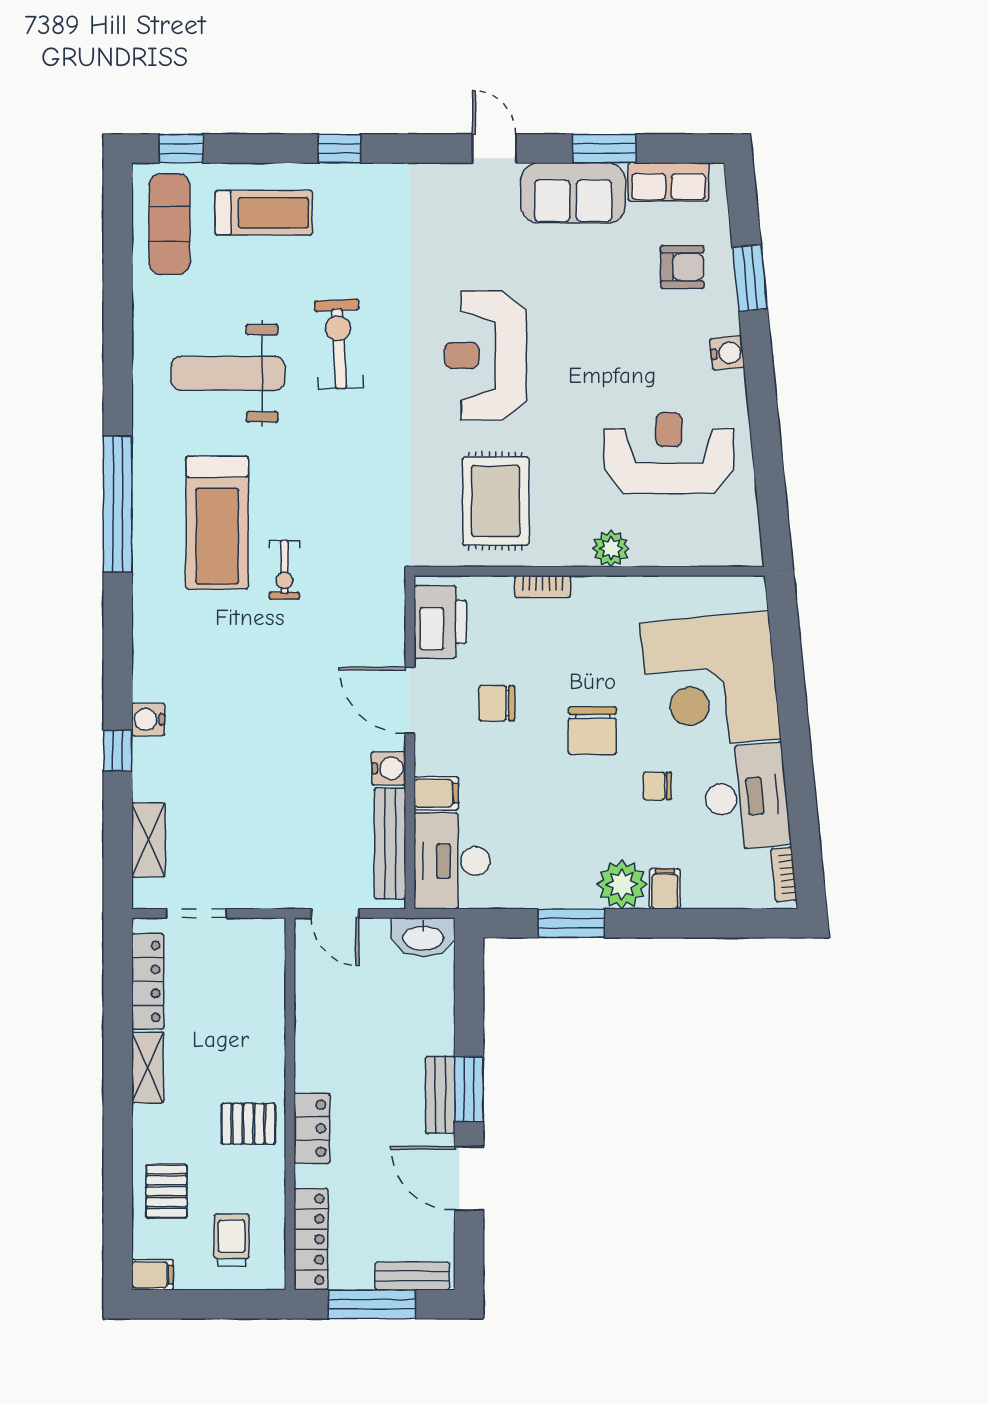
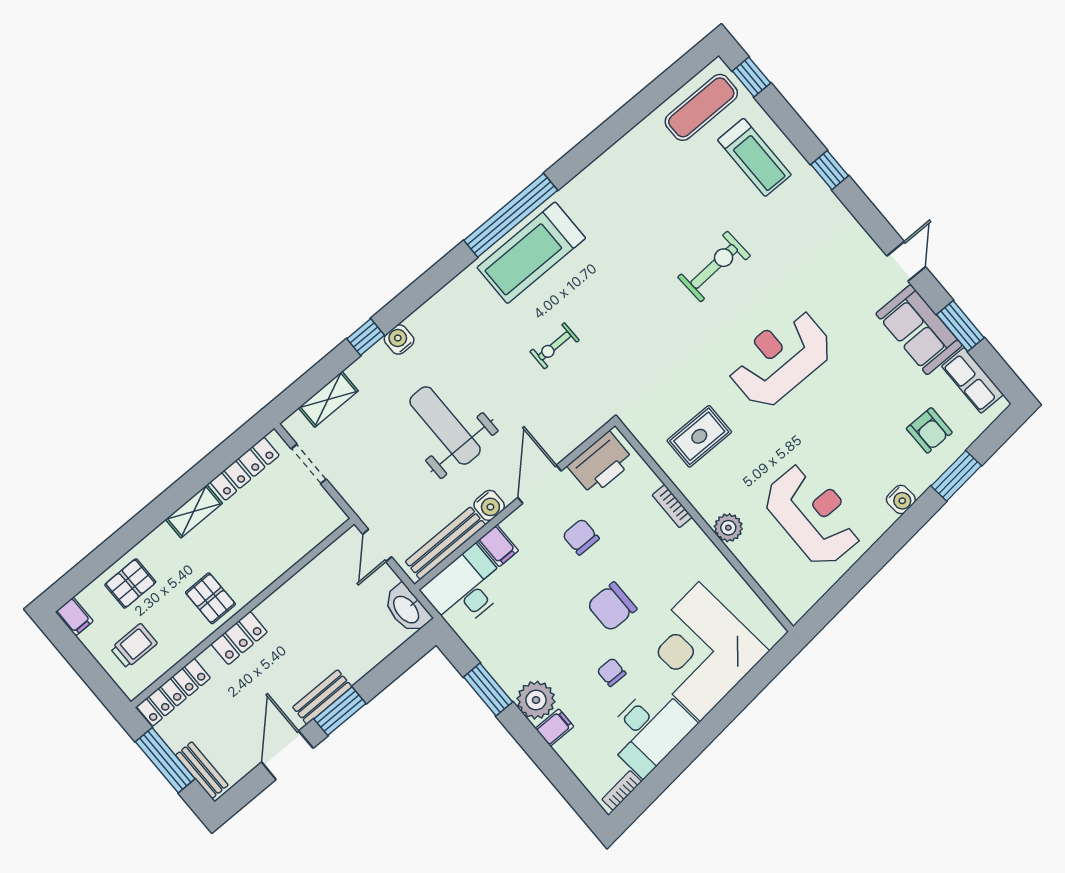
weight bench: (228, 373) -> (445, 426), moved
rug: (496, 501) -> (699, 436), width x0.73, depth x0.70
treadmill: (217, 523) -> (531, 253), moved

